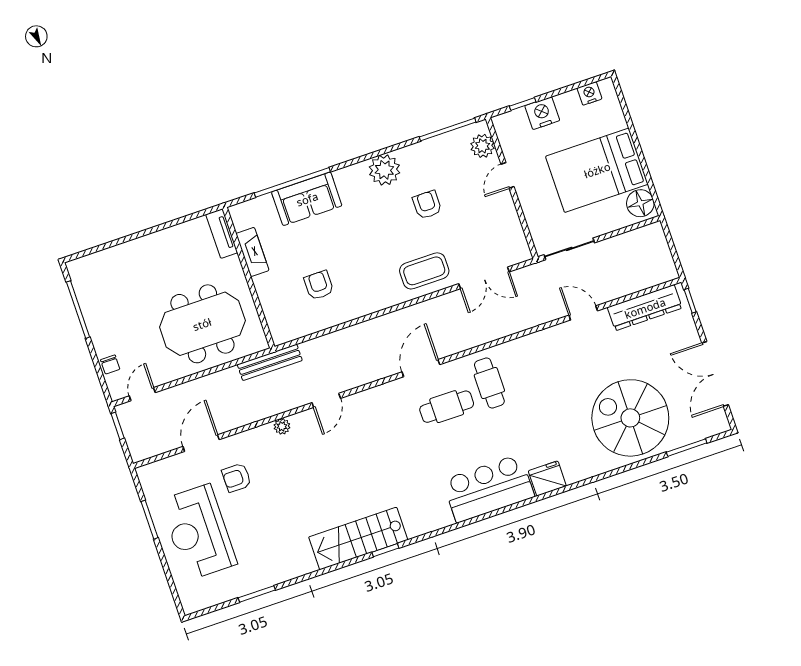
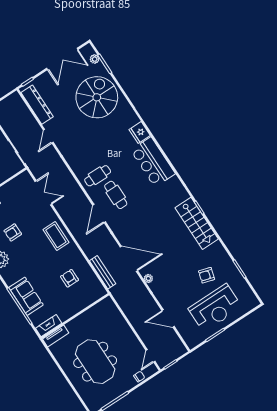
fireplace: (252, 252) -> (49, 326), moved
coffee table: (424, 271) -> (56, 236), moved
armchair: (319, 285) -> (70, 278), turned 90
meeting table: (202, 324) -> (95, 362), moved
bench: (270, 362) -> (103, 272), moved
door: (421, 368) -> (99, 214), hinge flipped
door: (142, 394) -> (150, 356), hinge flipped
door: (326, 400) -> (129, 259), width x1.87
spiral stairs: (630, 418) -> (97, 97), turned 180
plant: (700, 432) -> (95, 59), added
armchair: (237, 478) -> (207, 275), moved, turned 106

